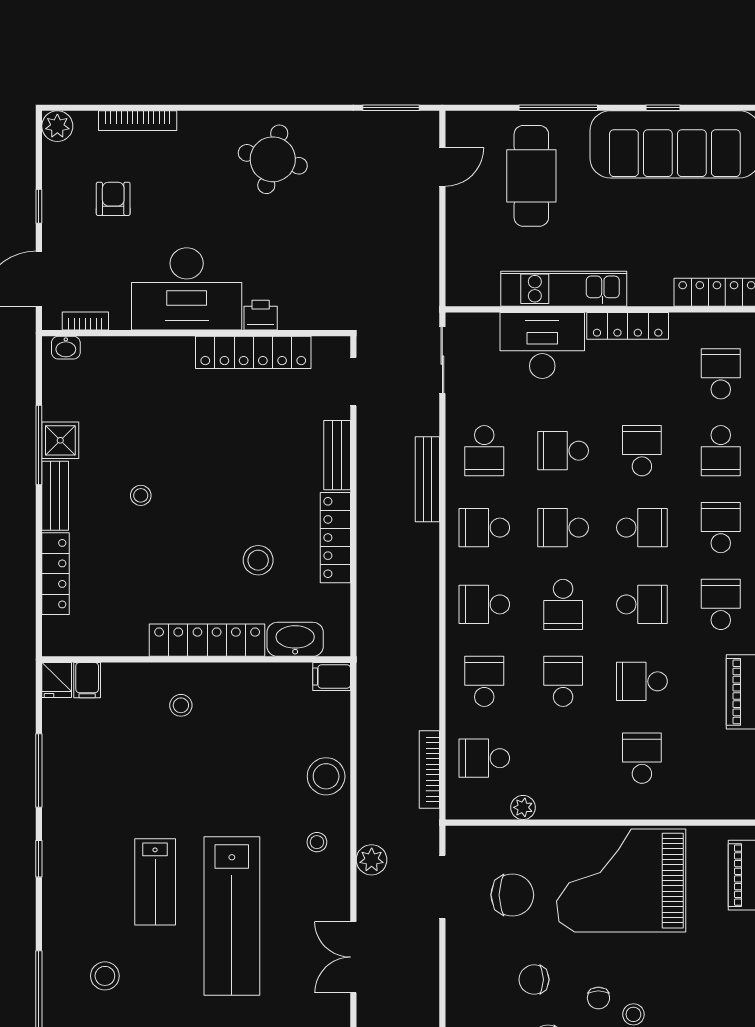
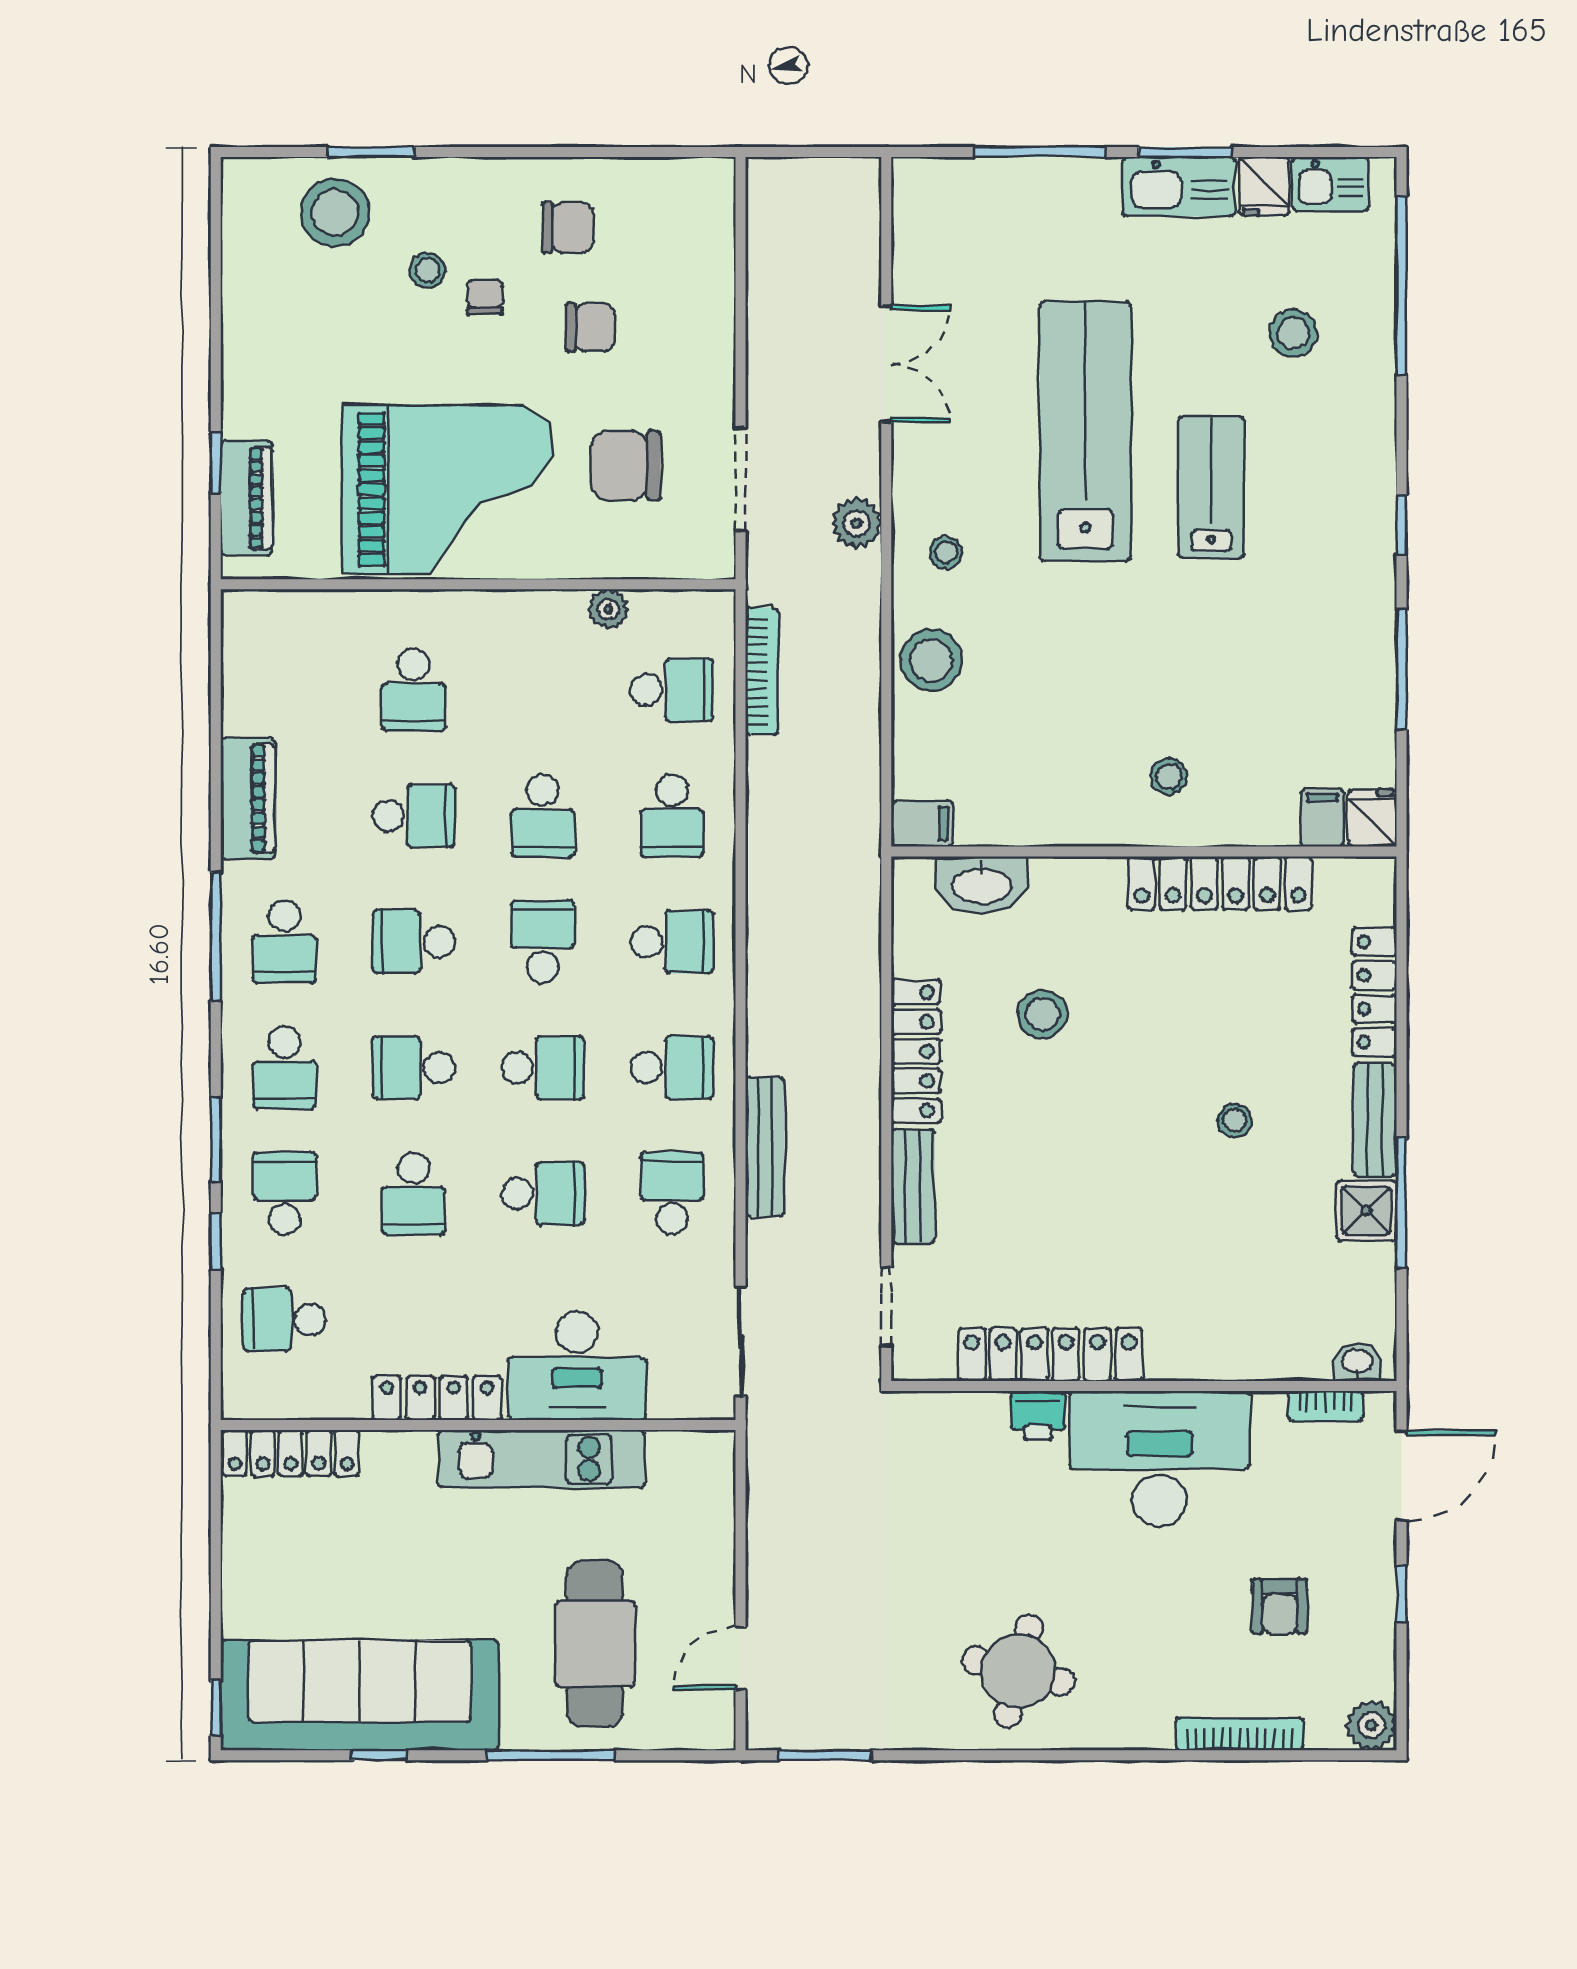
school desk: (721, 374) -> (284, 1319), turned 90
locker: (207, 640) -> (1220, 883), moved

